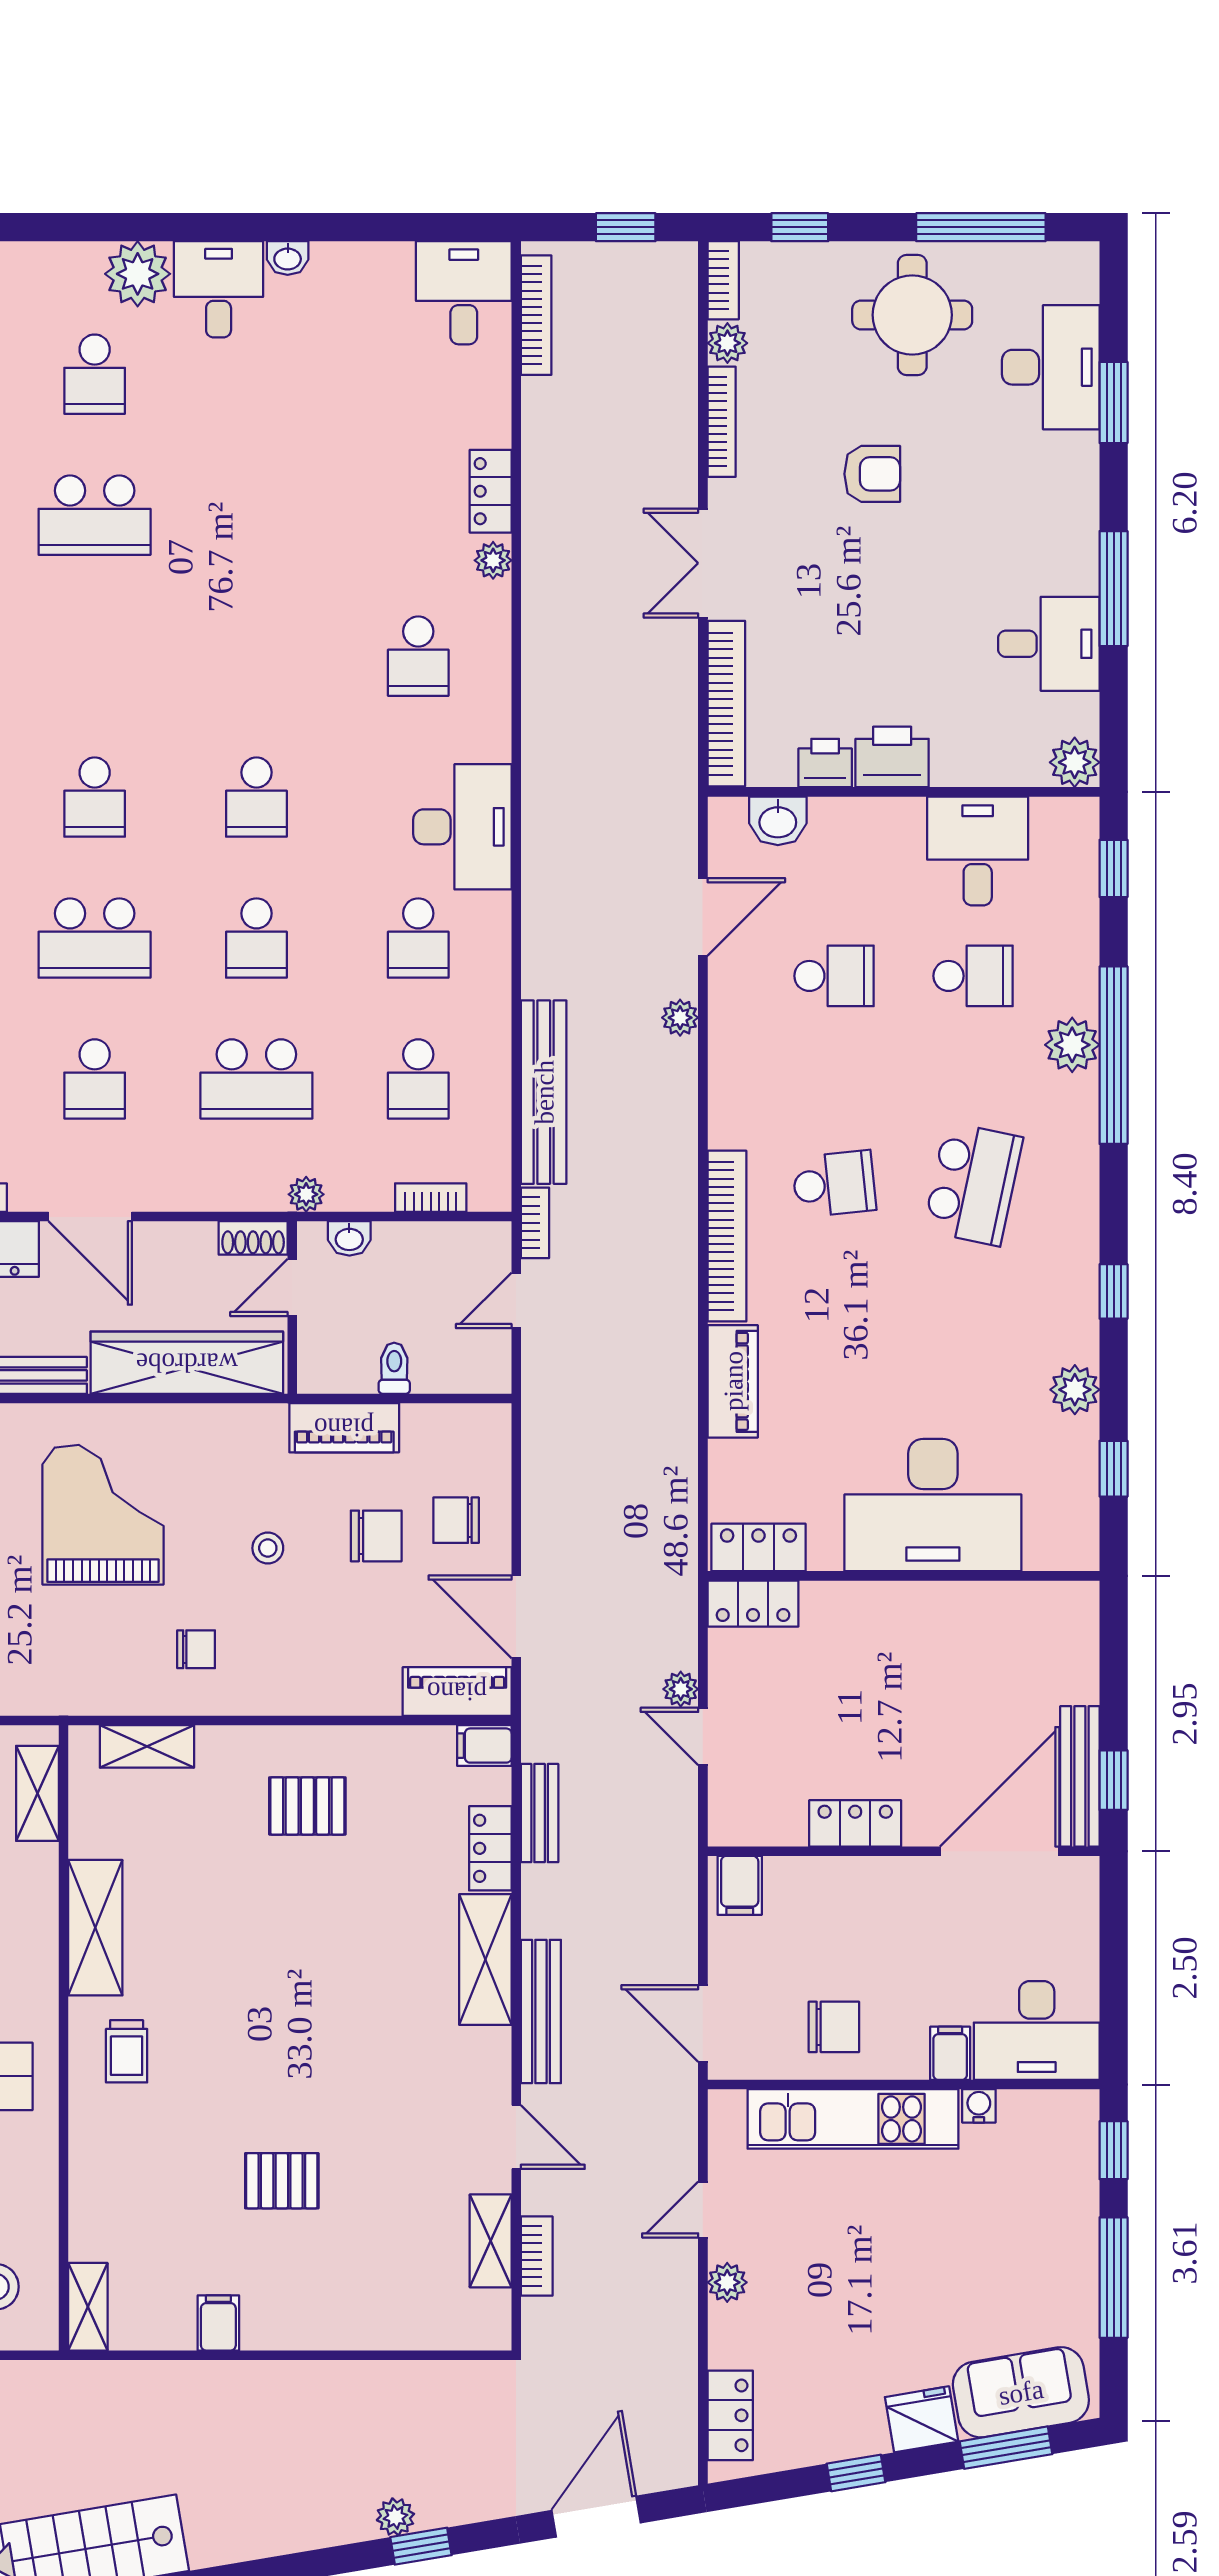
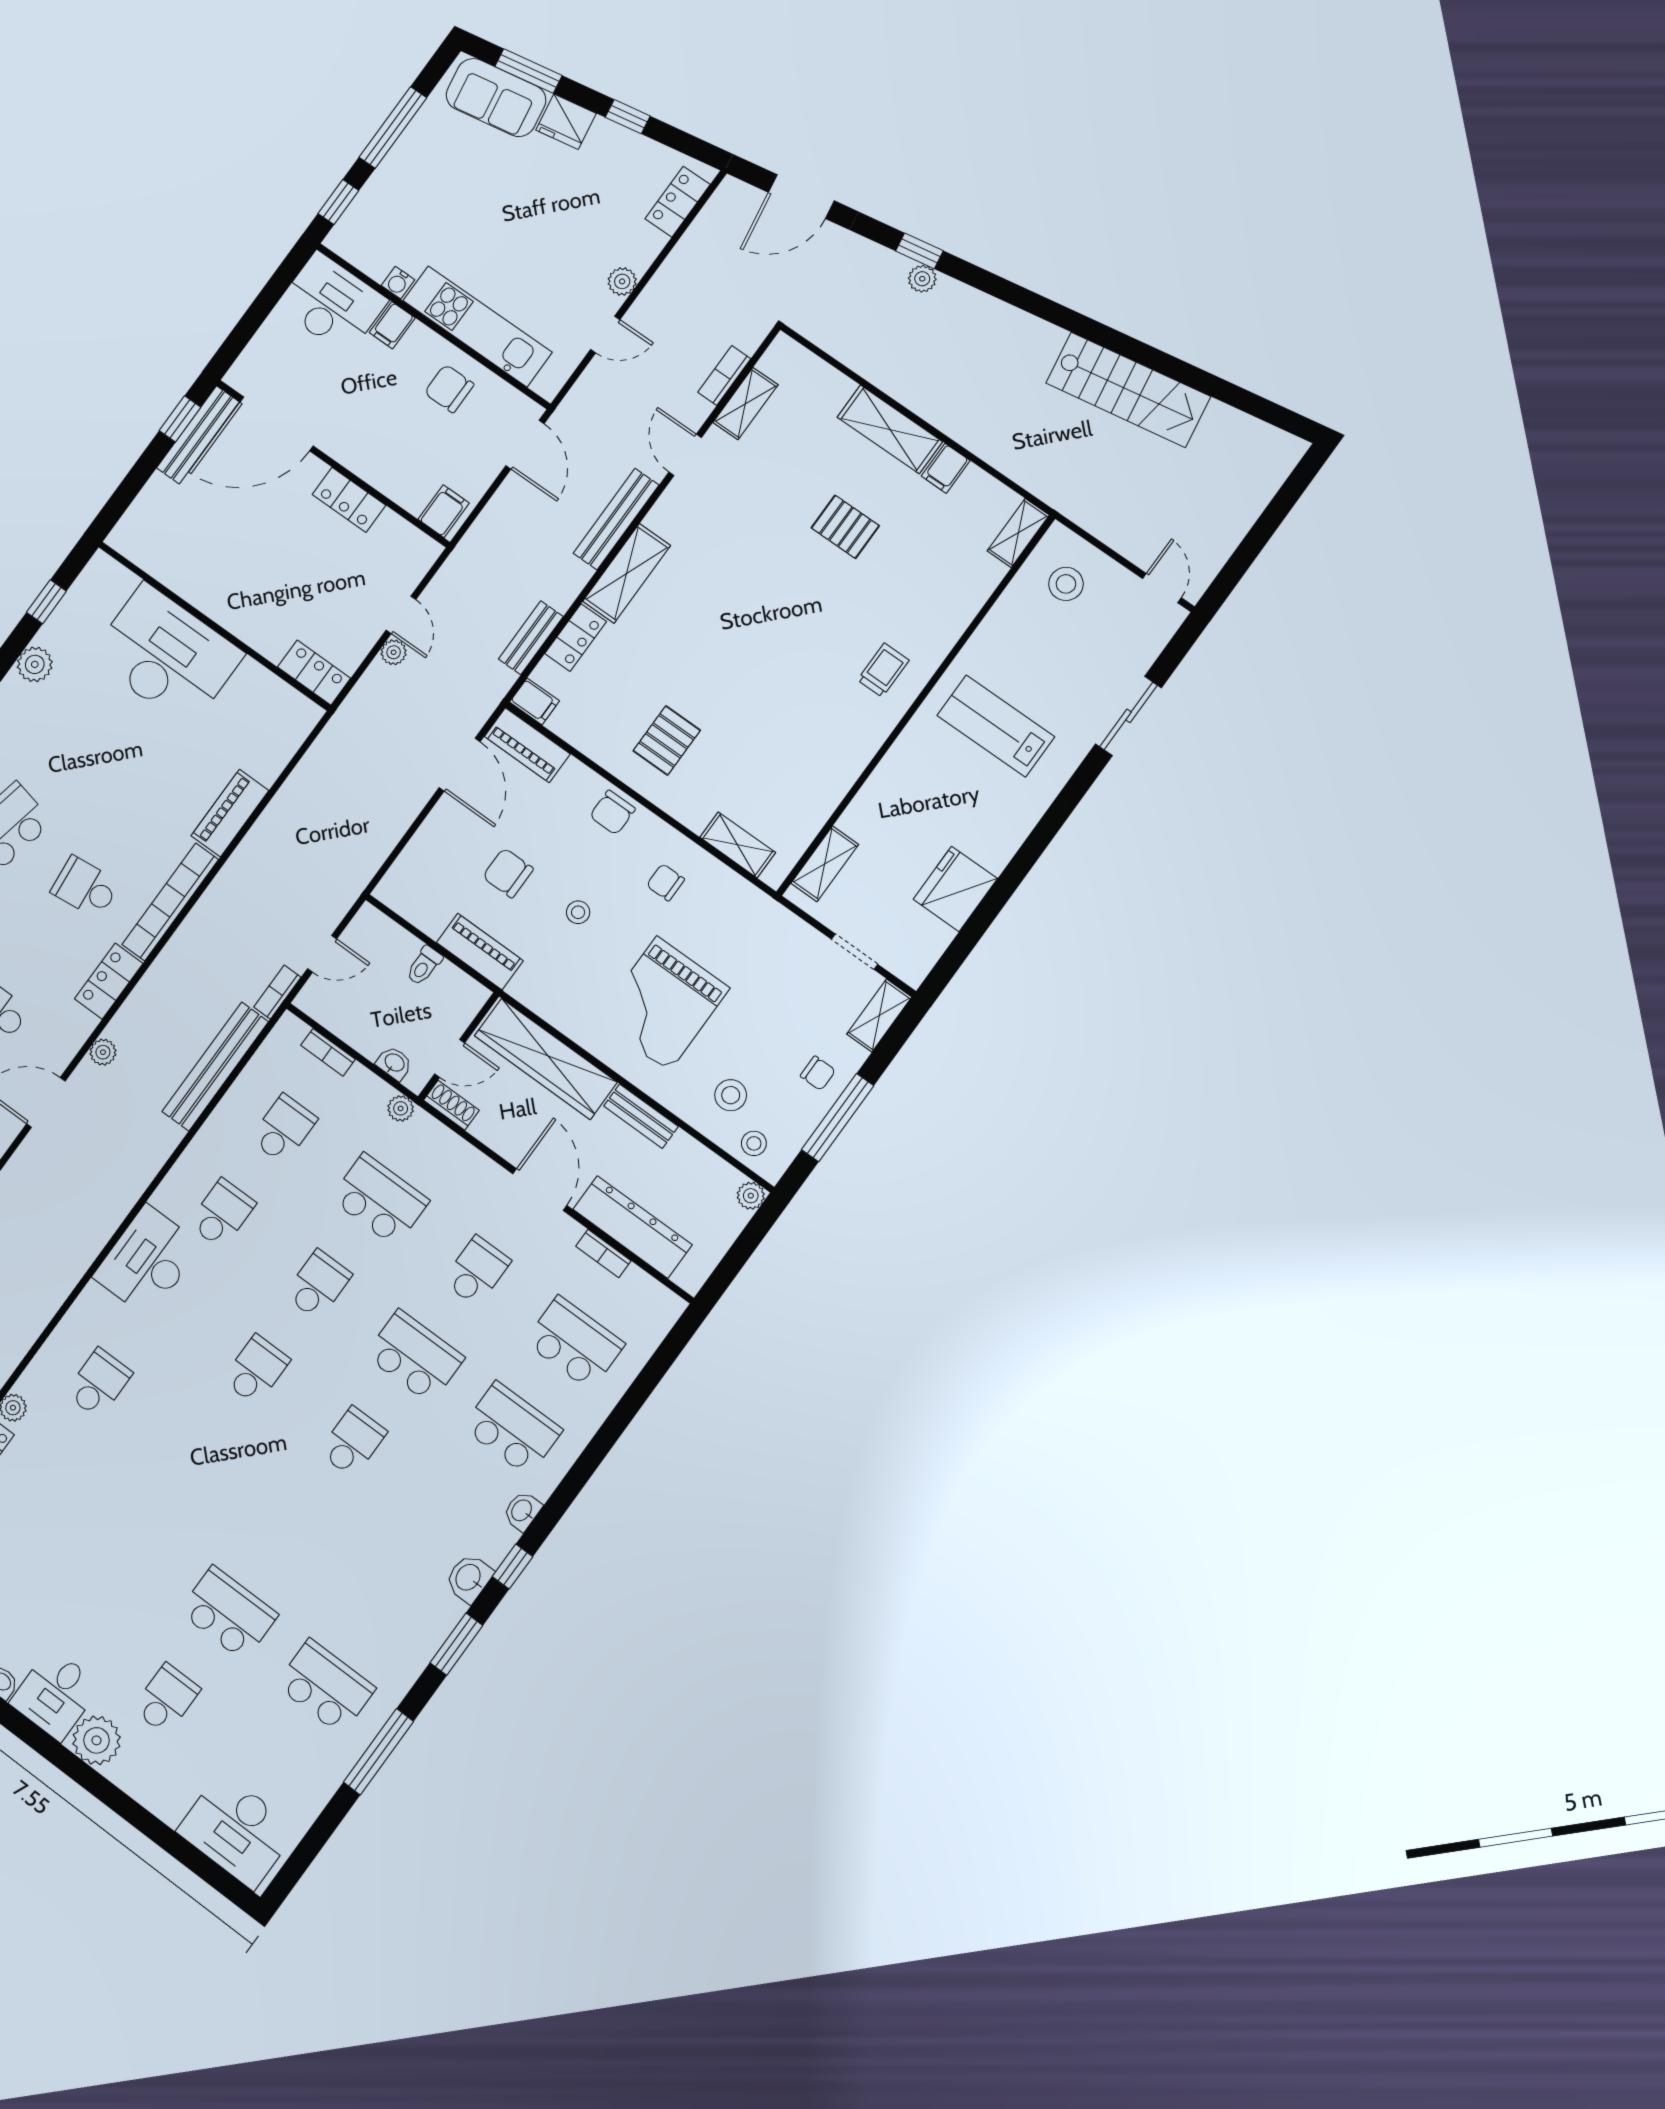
chair: (456, 1520) -> (612, 813), moved, turned 90
locker: (758, 1547) -> (109, 981), moved, turned 90
pallet: (307, 1806) -> (667, 740), turned 90
shelving: (95, 1928) -> (890, 429), moved, turned 90

